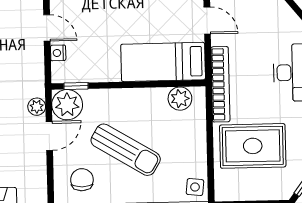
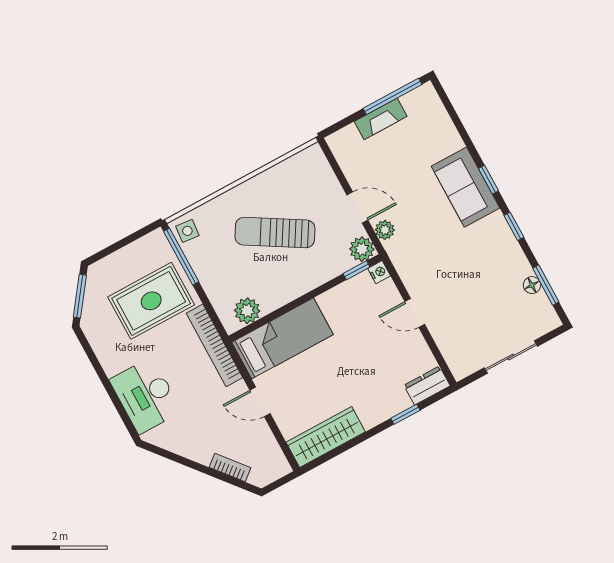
nightstand: (58, 53) -> (379, 272), moved
plant: (67, 105) -> (362, 249), width x0.73, depth x0.73
door: (49, 136) -> (357, 207), swing flipped
window: (211, 169) -> (181, 257), added
chair: (82, 180) -> (303, 181), removed

